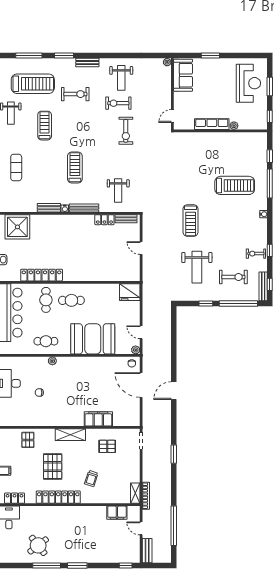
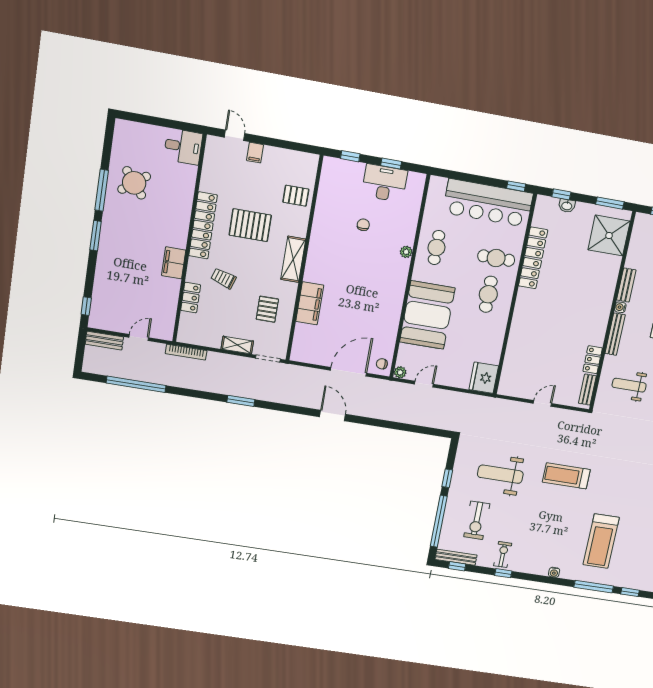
shelving: (135, 493) -> (237, 345), moved
locker: (14, 498) -> (191, 298), moved
filing cabinet: (117, 513) -> (174, 263), moved

